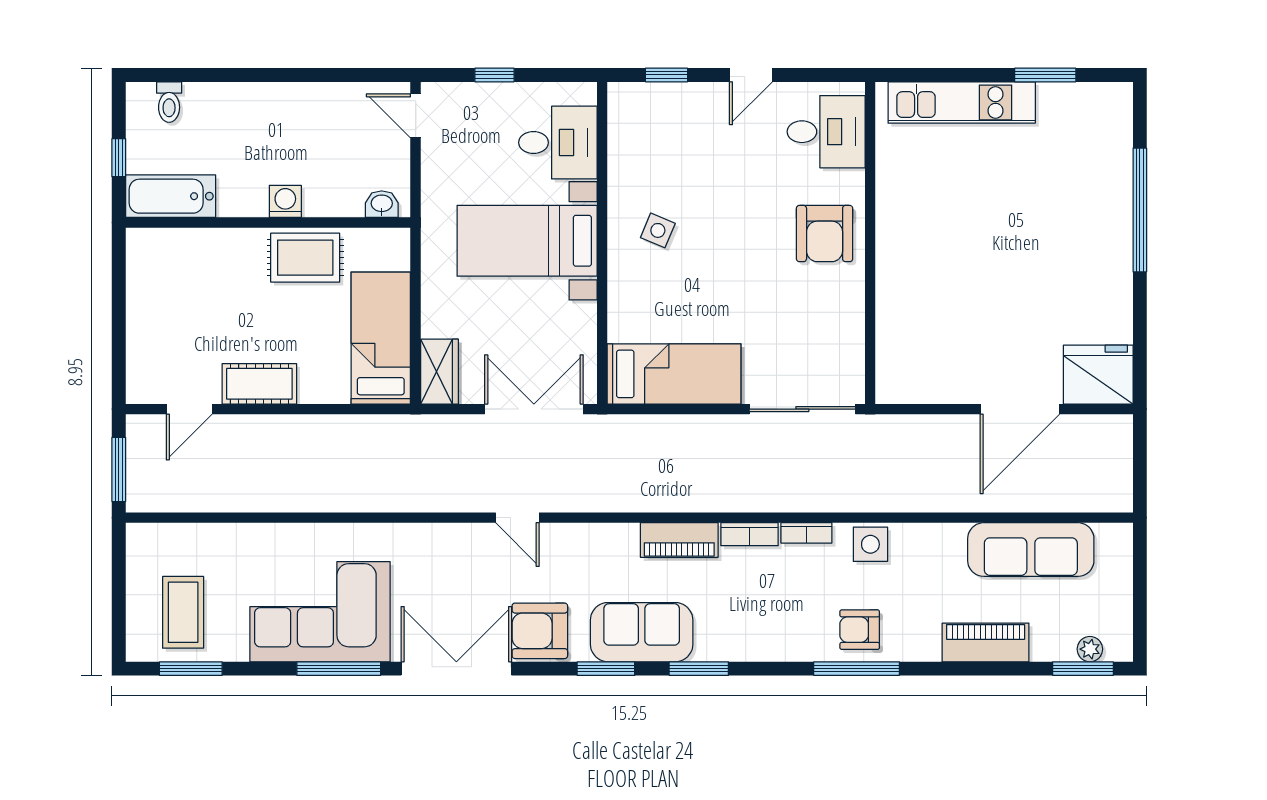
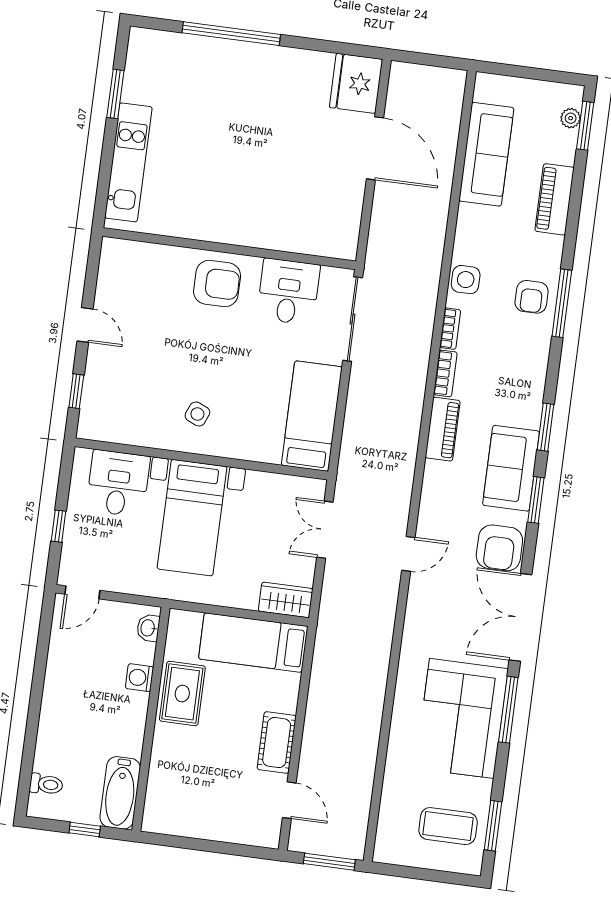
desk: (826, 132) -> (288, 292), moved
washing machine: (285, 201) -> (140, 678), moved
double door: (534, 409) -> (325, 530), width x0.73

